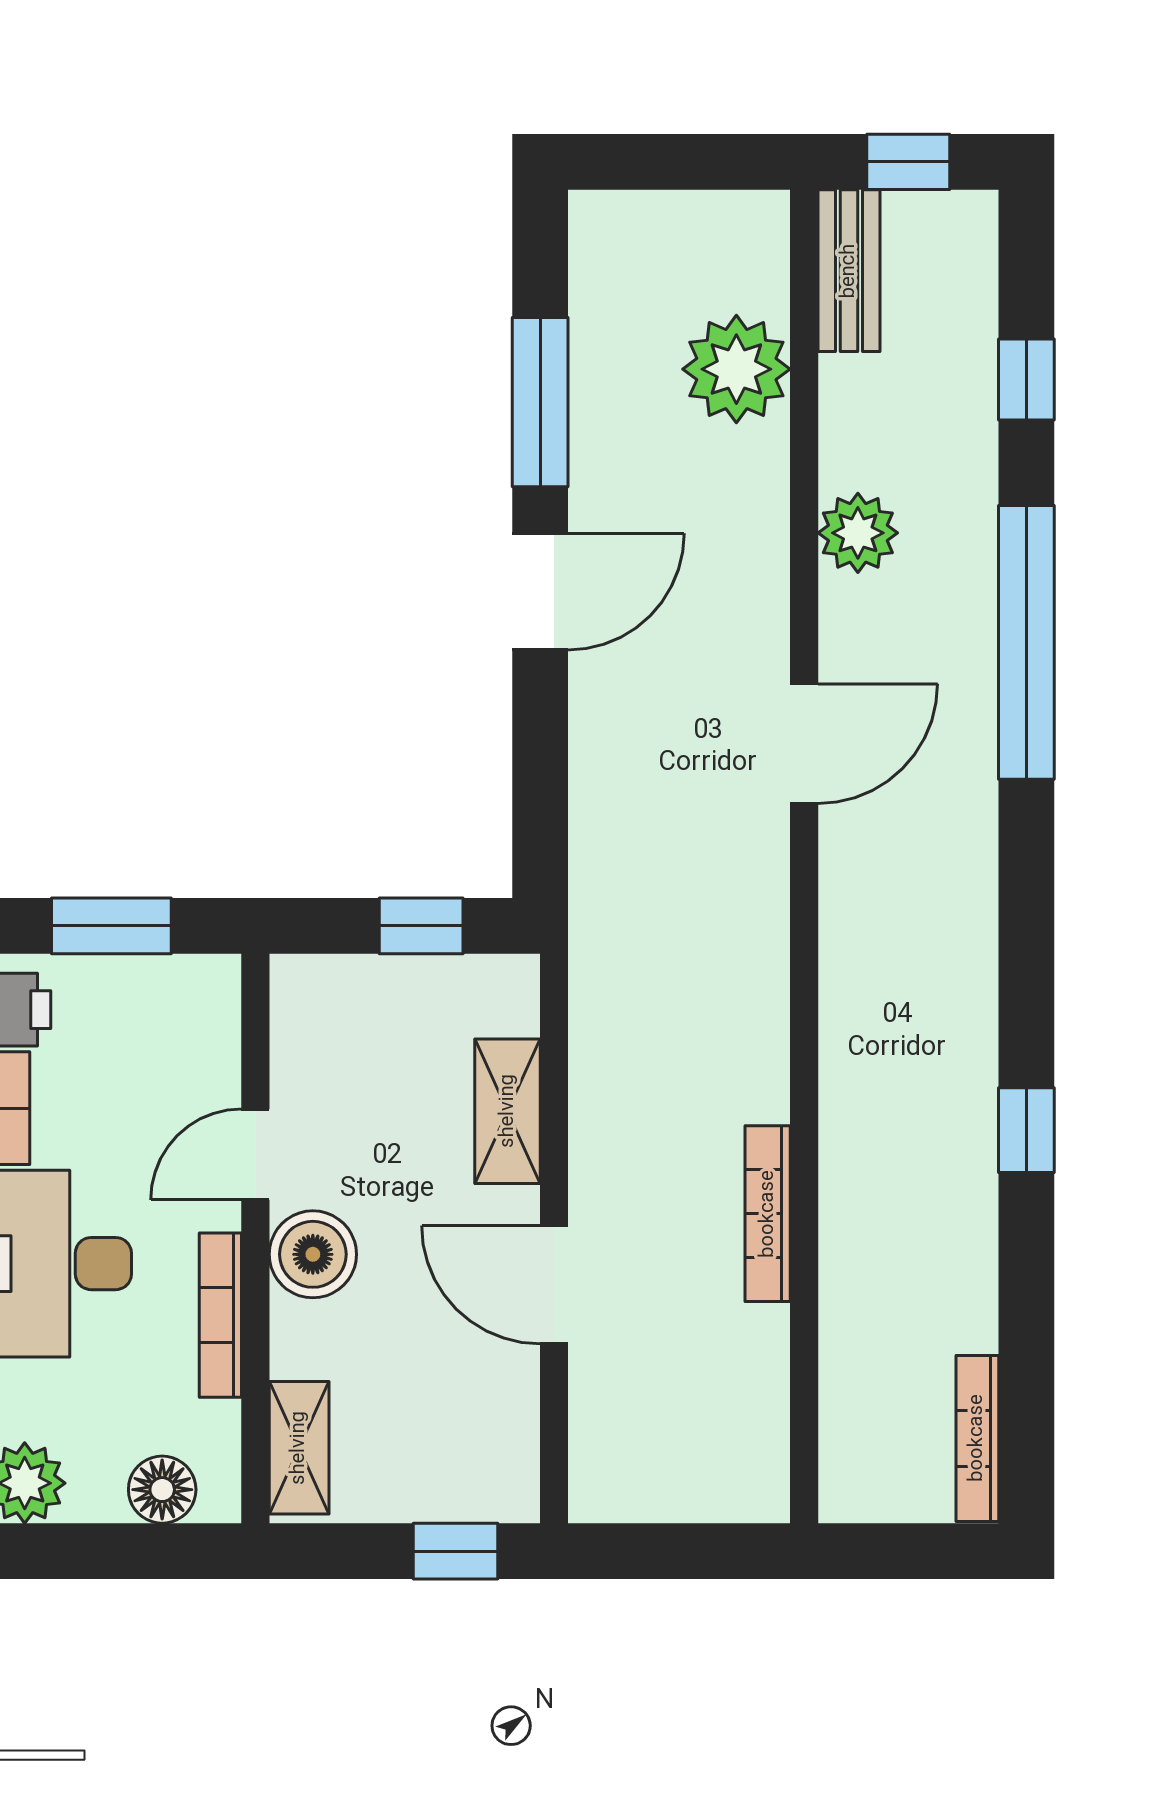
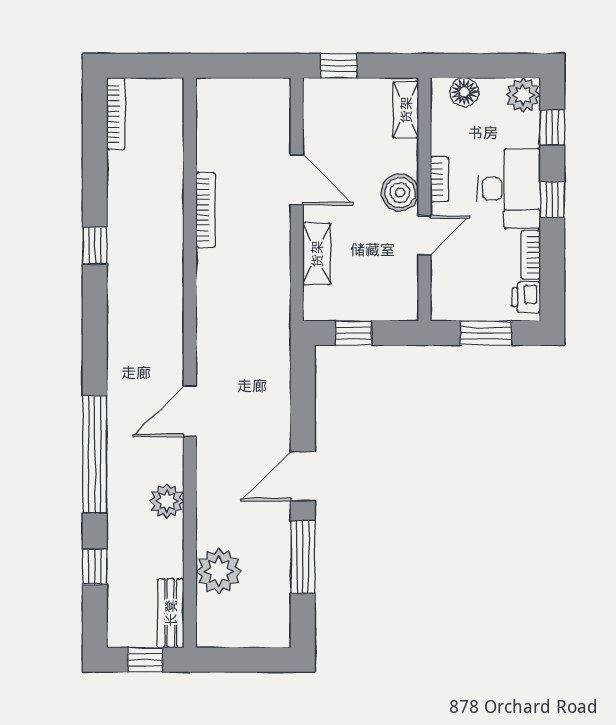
bookcase: (220, 1315) -> (439, 179), width x0.64

